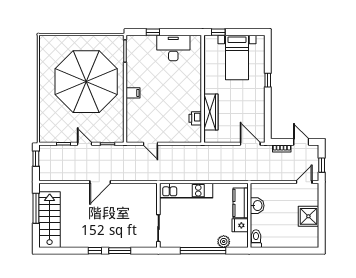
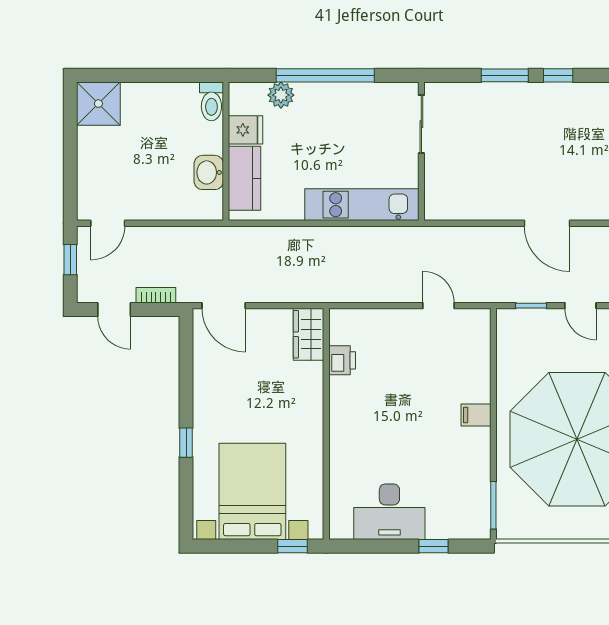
bed with nightstands: (237, 57) -> (252, 491), width x1.36
wardrobe: (211, 112) -> (309, 334), moved, width x0.67
door: (100, 182) -> (547, 223), swing flipped
shower: (308, 216) -> (98, 104), moved

